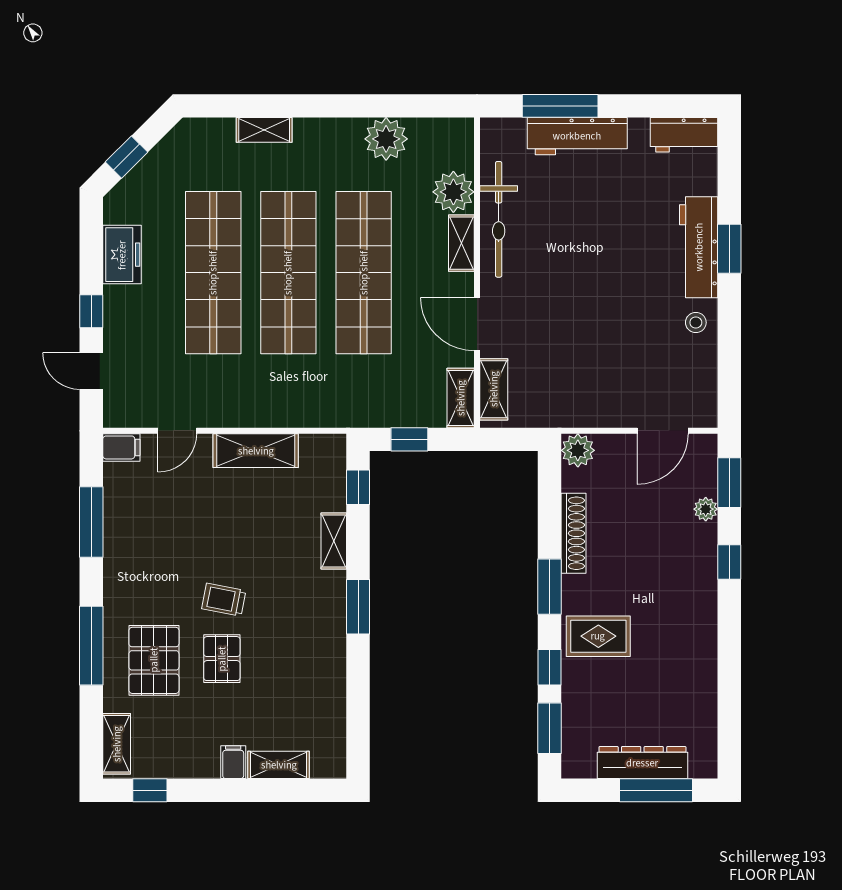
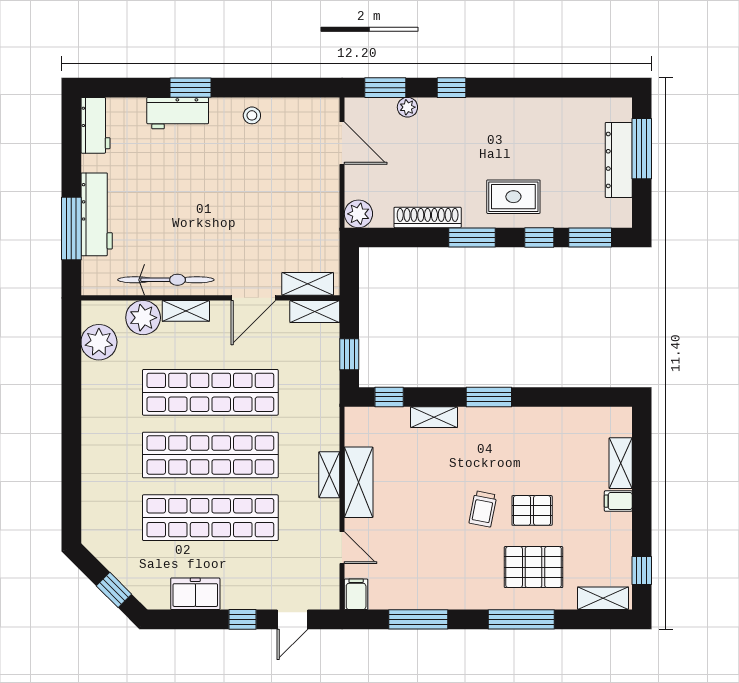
shelving: (264, 130) -> (329, 475), moved
plant: (386, 139) -> (99, 342), moved
workbench: (699, 247) -> (178, 113), width x0.73
rug: (598, 636) -> (513, 197), turned 90

